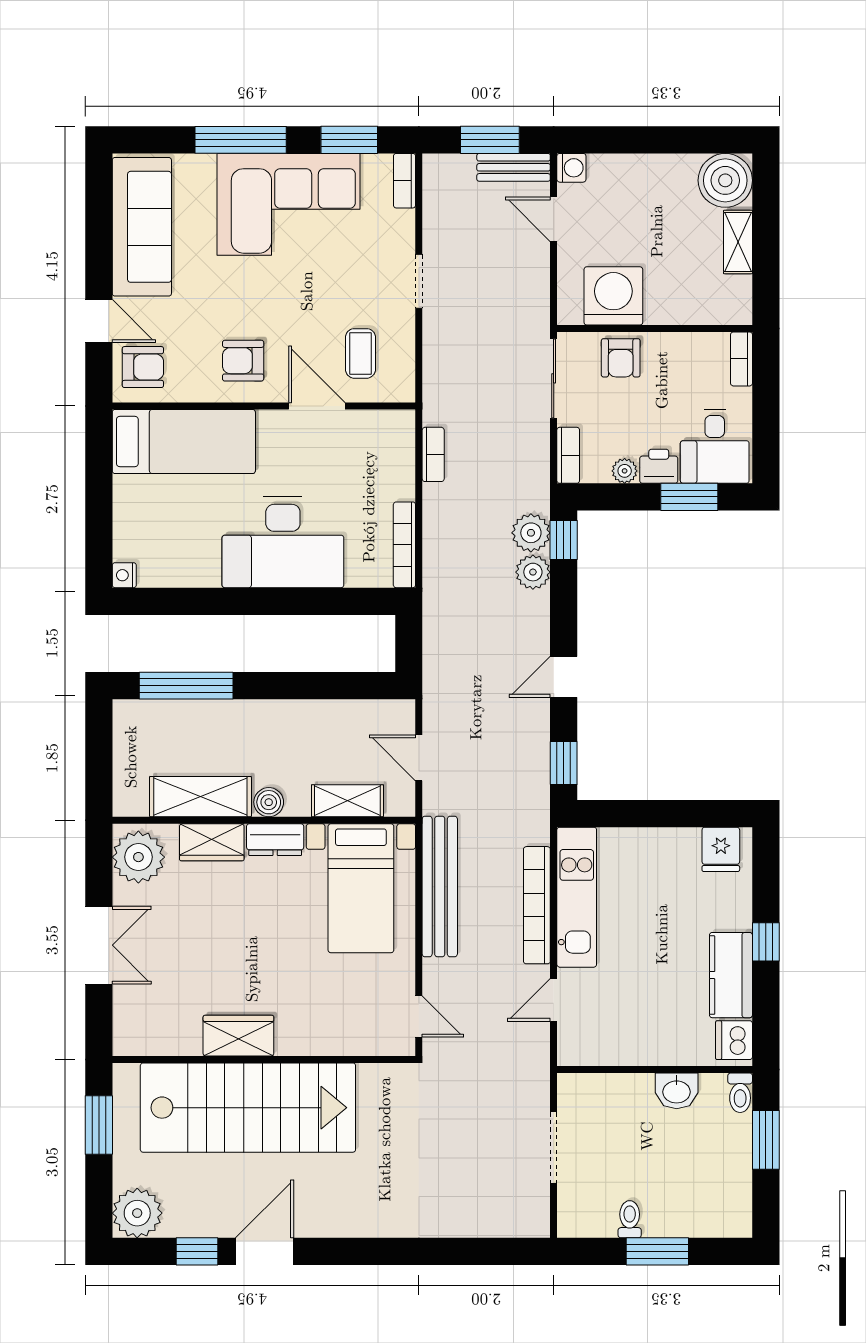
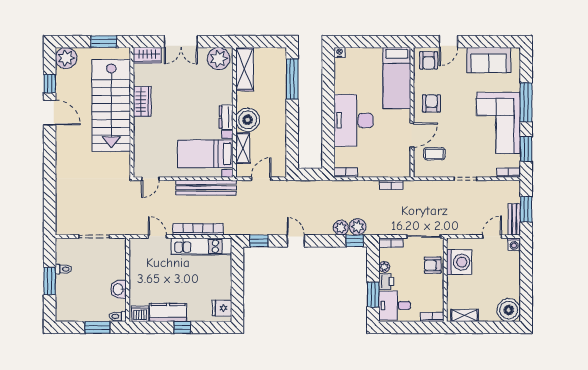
sofa: (142, 227) -> (489, 60), width x0.73
shelving: (738, 242) -> (464, 316), moved
bookcase: (404, 545) -> (346, 173), width x0.64
shelving: (200, 797) -> (245, 69), moved
boiler: (269, 802) -> (248, 120), width x1.86, depth x1.86
wardrobe: (212, 842) -> (147, 55), moved, turned -90

